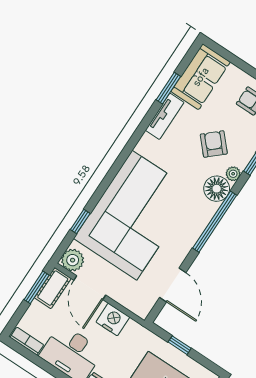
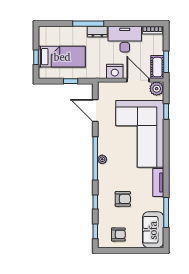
window: (168, 88) -> (166, 213), width x1.44
tv unit: (165, 116) -> (158, 182), moved
armchair: (214, 144) -> (123, 199), turned -48
plant: (233, 174) -> (102, 159), moved
floor lamp: (217, 189) -> (106, 176), removed

